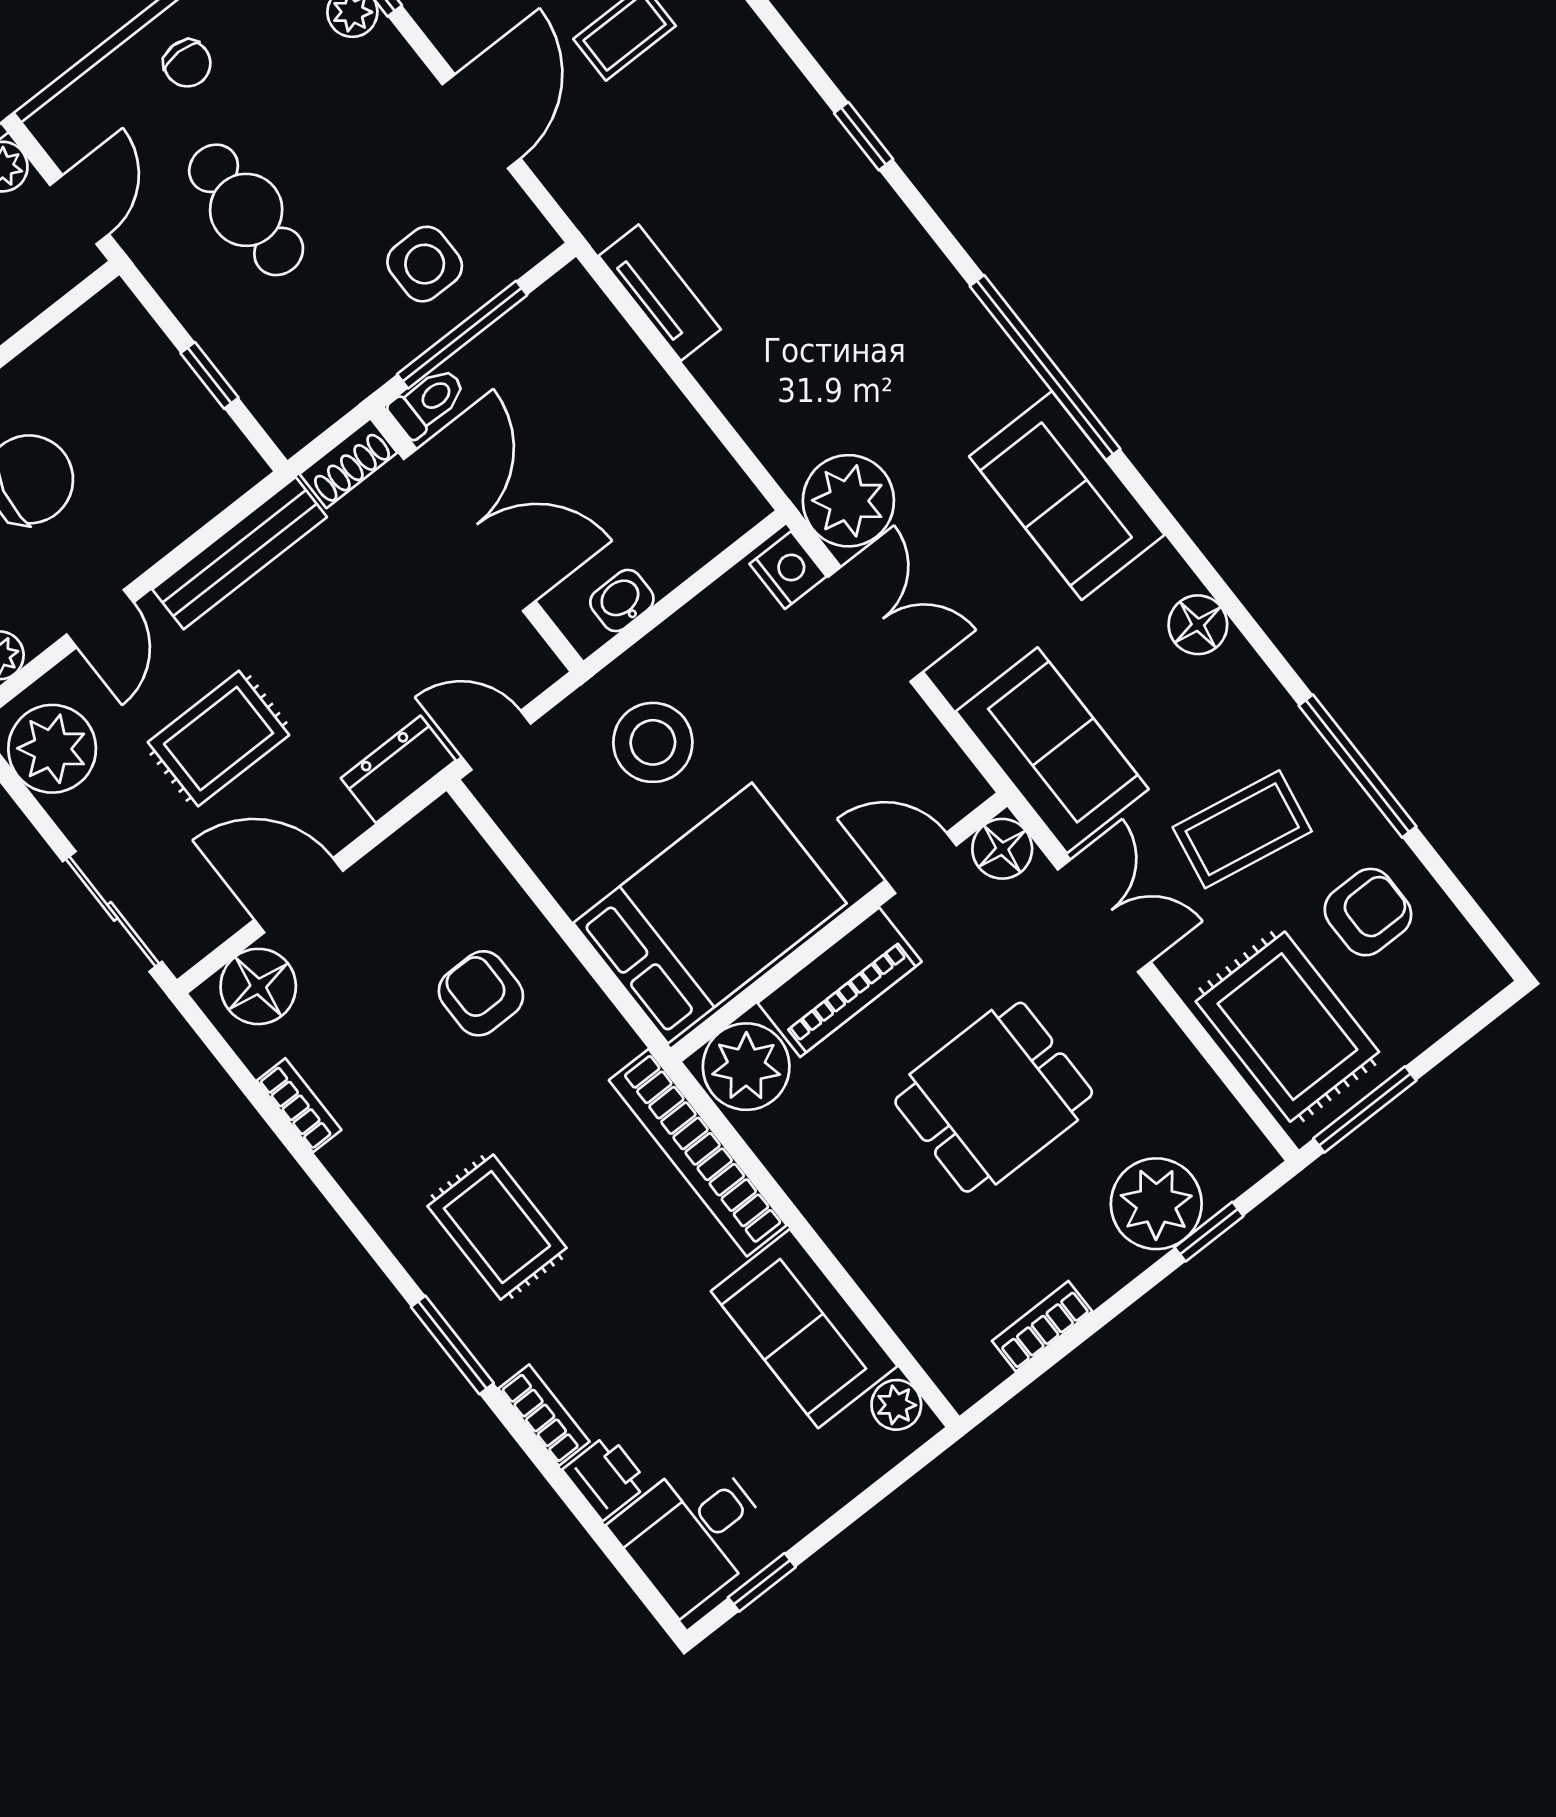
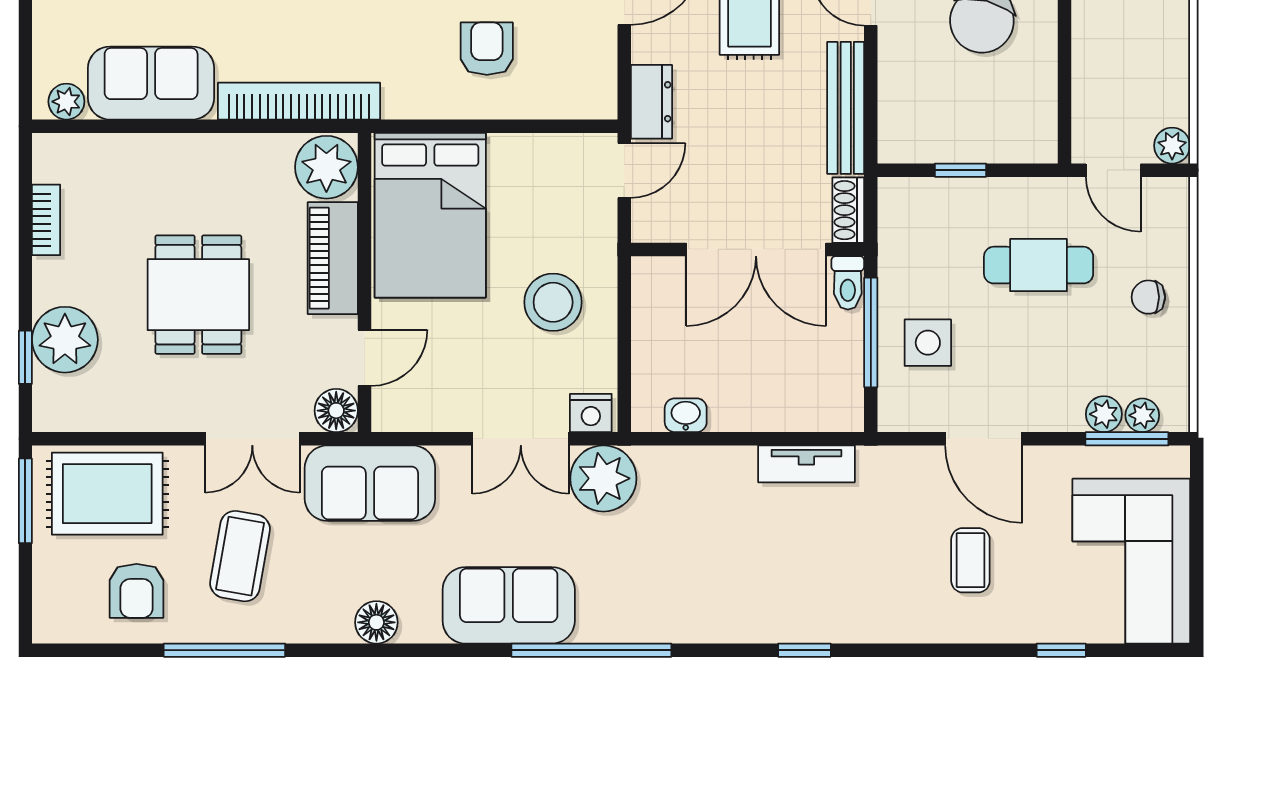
washbasin: (622, 600) -> (686, 415), moved, turned -90
stool: (653, 742) -> (553, 302), moved
armchair: (481, 993) -> (487, 49), turned -90

